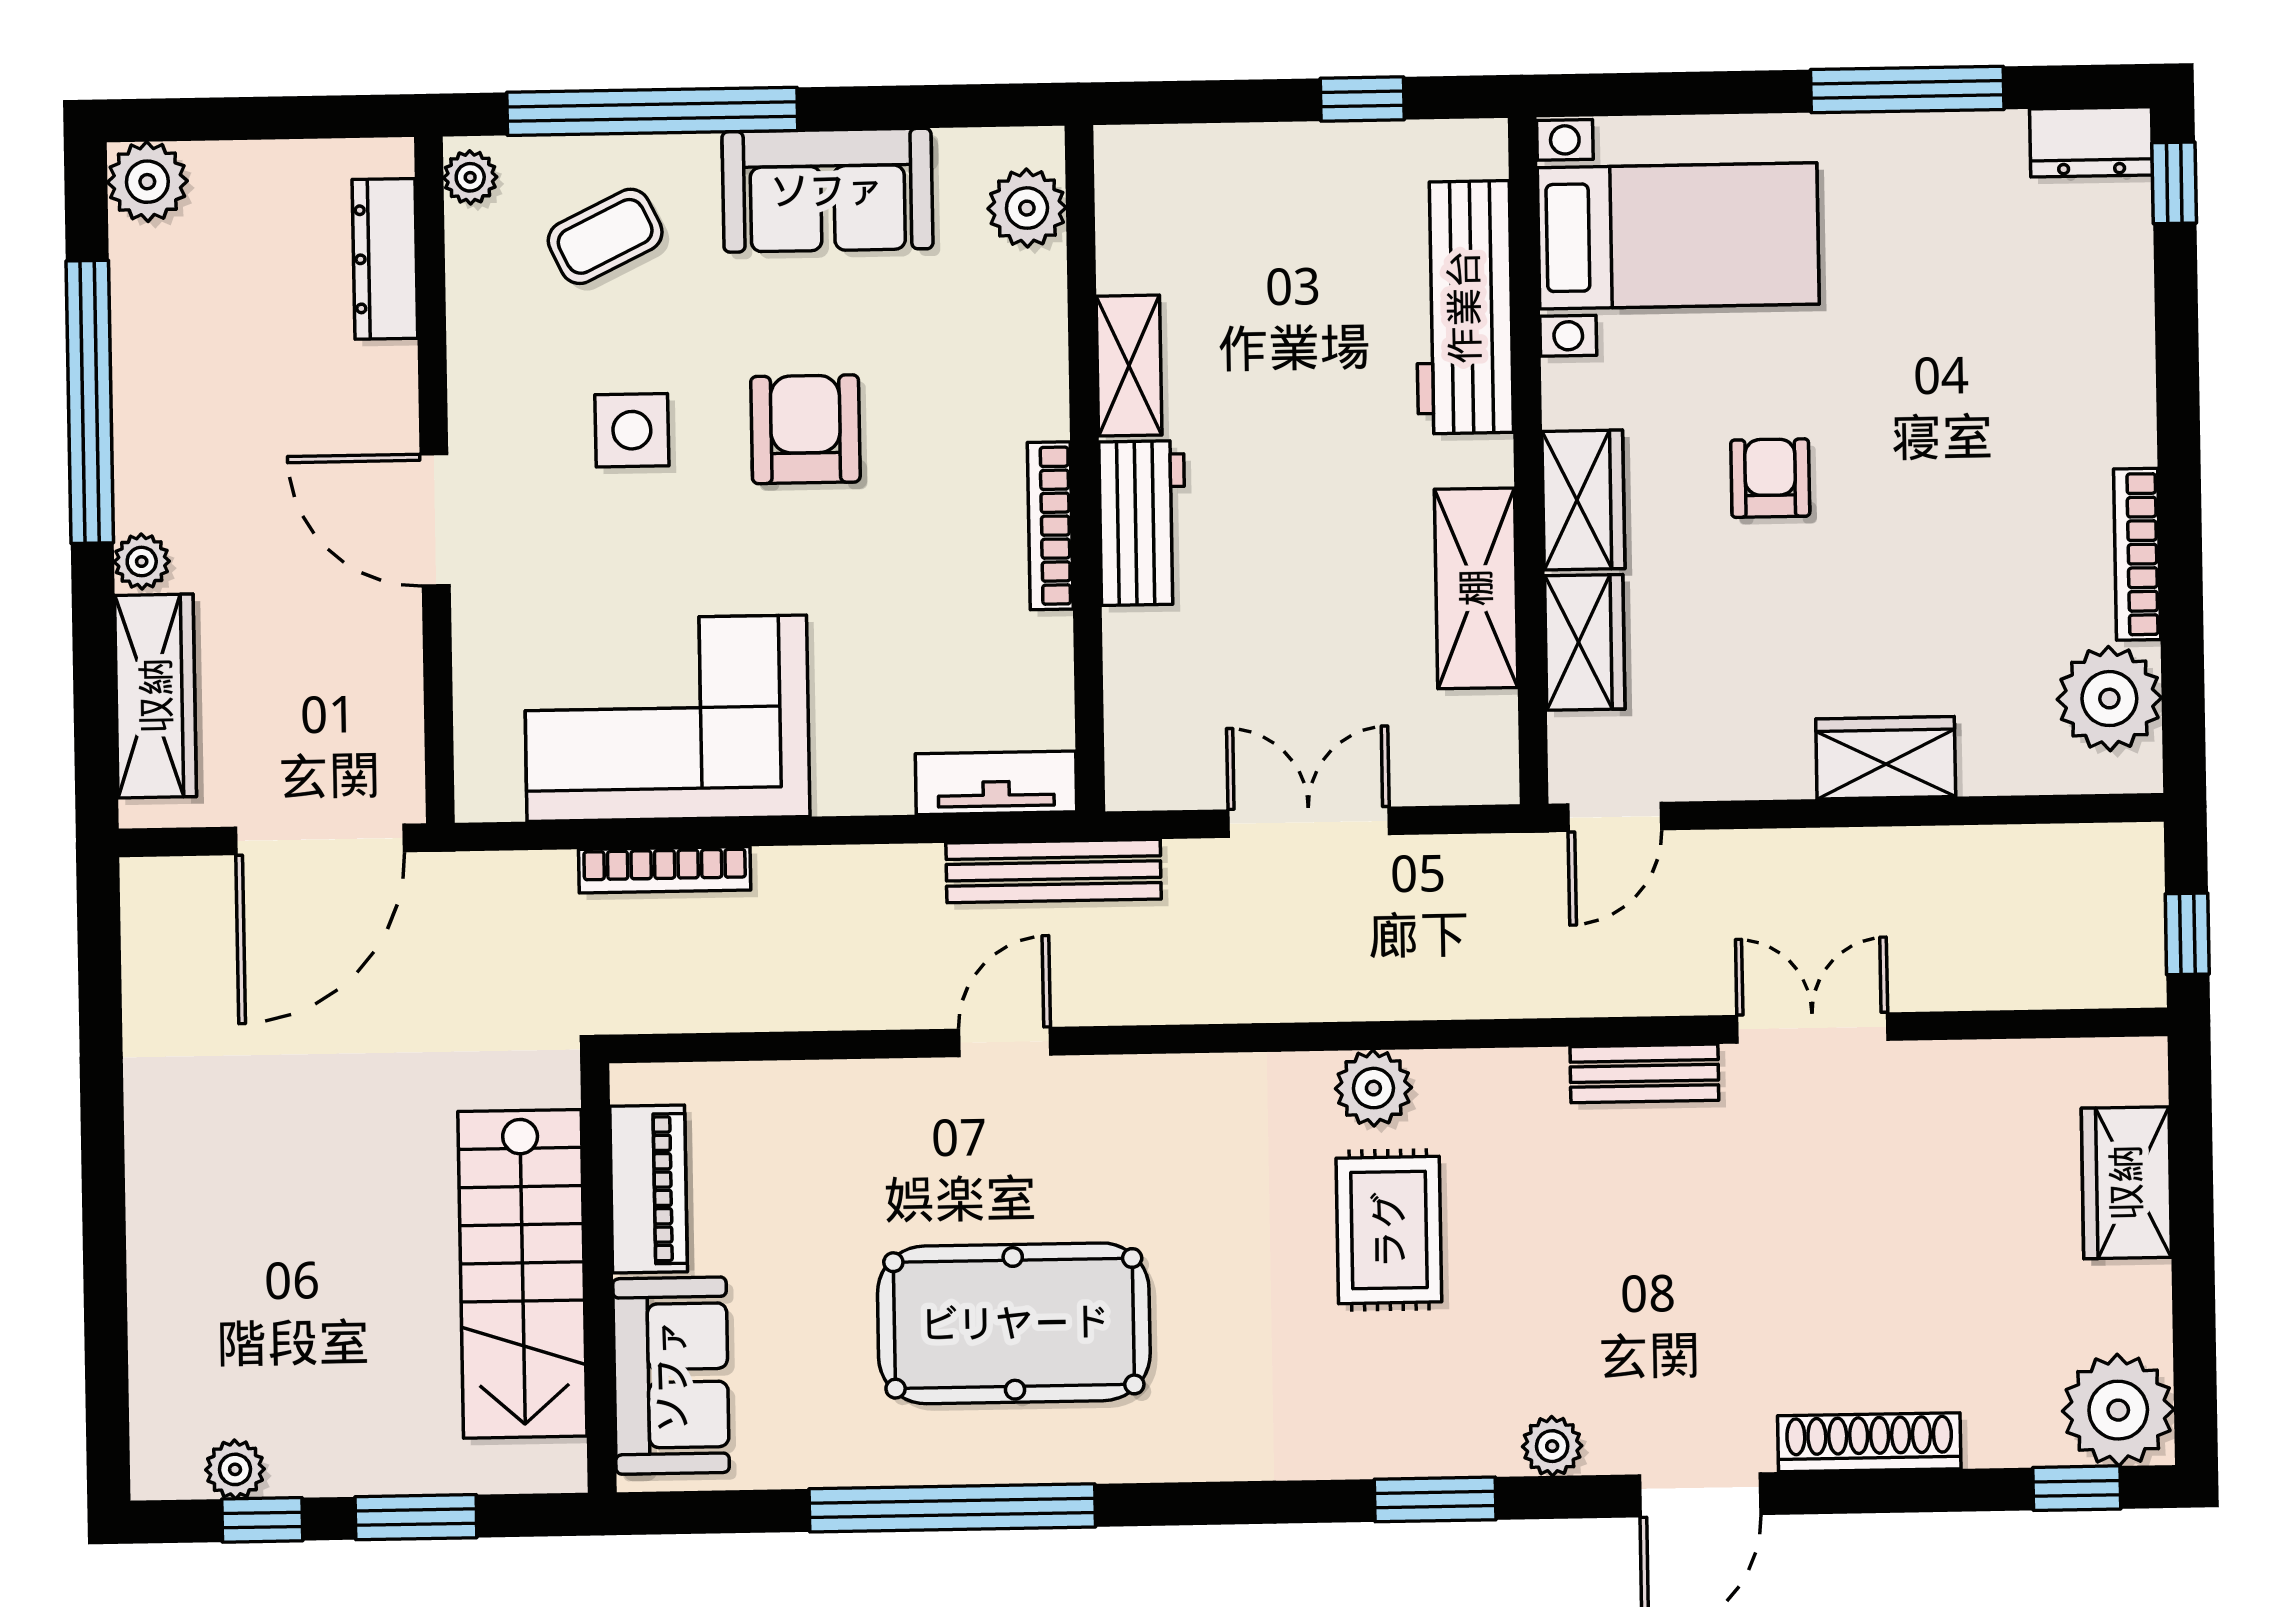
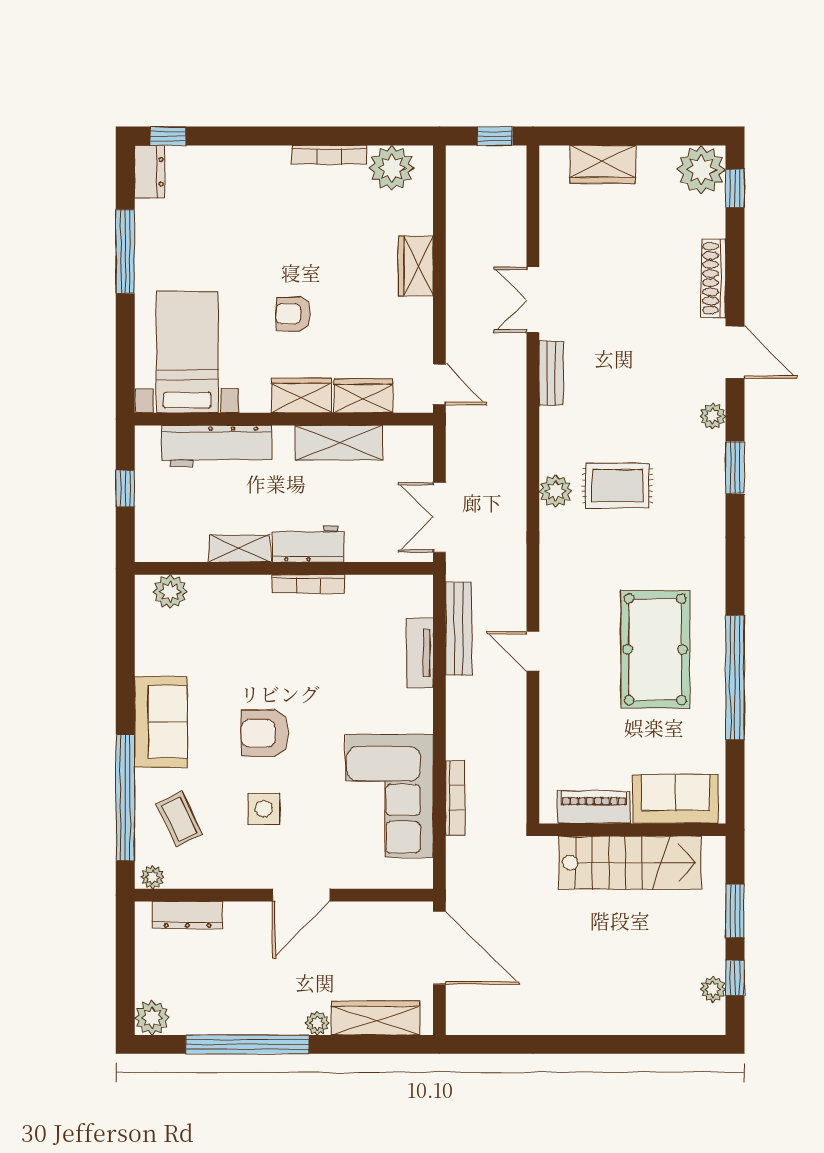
plant: (1027, 208) -> (170, 592), moved
shelving: (1129, 366) -> (239, 548), moved
wall: (1085, 469) -> (284, 568), moved
workbench: (1143, 523) -> (308, 544), moved
bookcase: (1050, 526) -> (309, 584), moved

